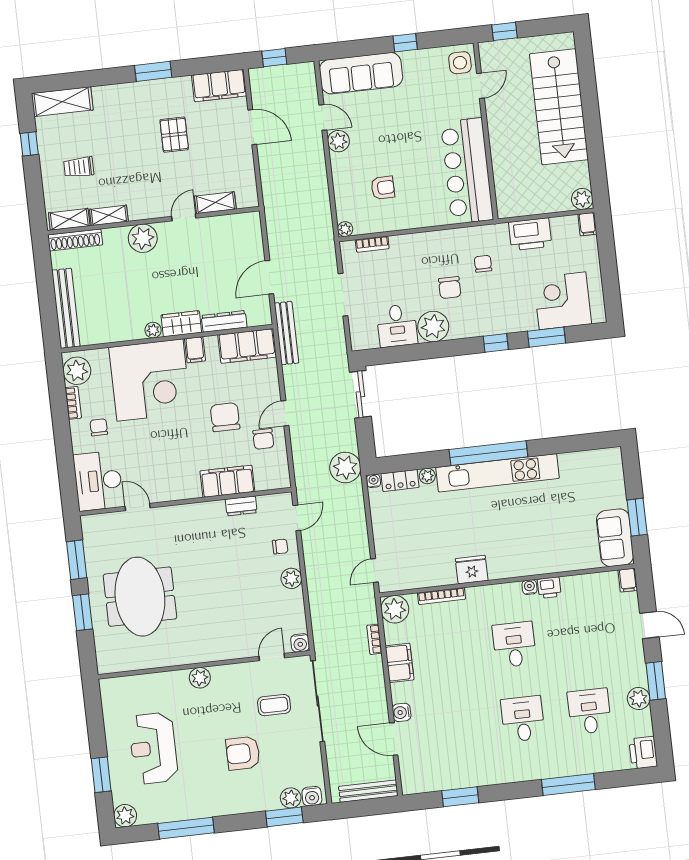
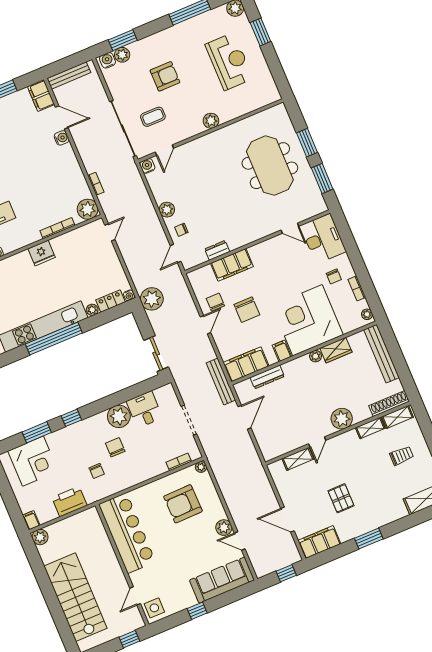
armchair: (383, 188) -> (183, 504), width x1.88, depth x1.88
wardrobe: (181, 324) -> (336, 350), moved
plant: (77, 371) -> (367, 314), width x0.53, depth x0.53
filing cabinet: (399, 663) -> (41, 96), moved

